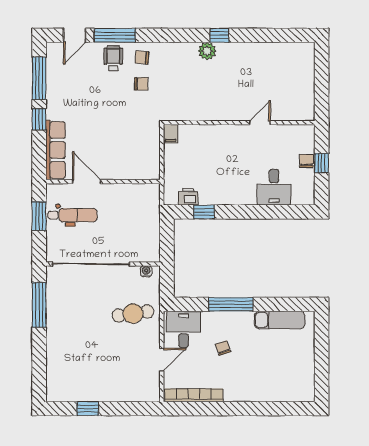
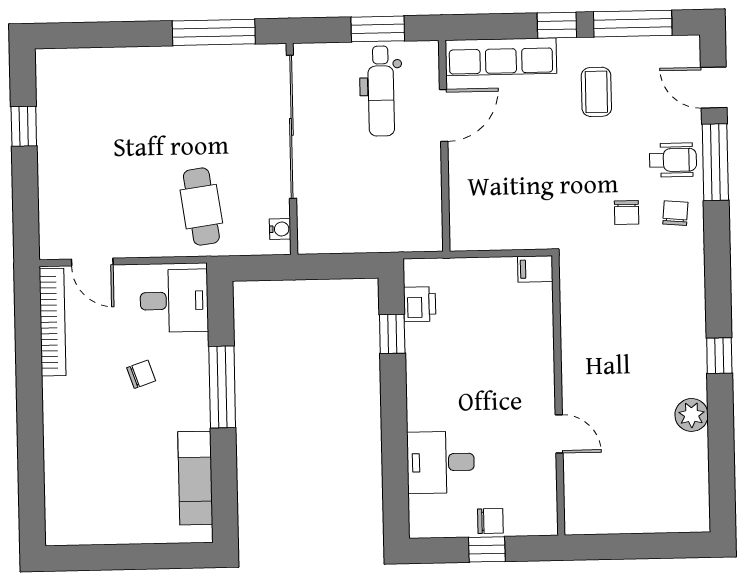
plant: (207, 51) -> (692, 415), moved
coffee table: (76, 99) -> (596, 92), added
door: (162, 360) -> (92, 262), moved

